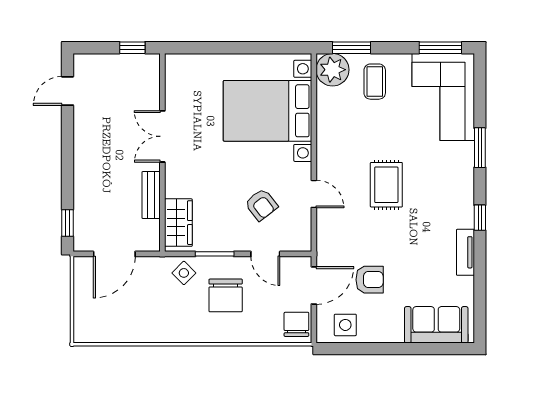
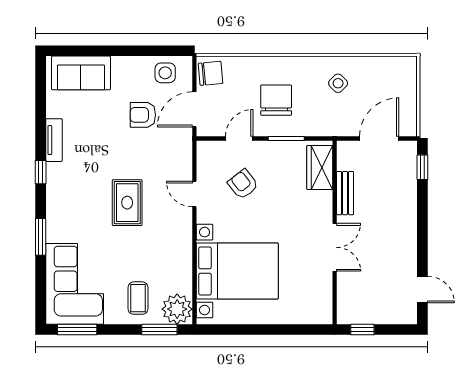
door: (68, 91) -> (422, 289), hinge flipped
door: (265, 254) -> (239, 139), hinge flipped
side table: (184, 273) -> (338, 83), moved
chair: (296, 324) -> (210, 73), turned -95

